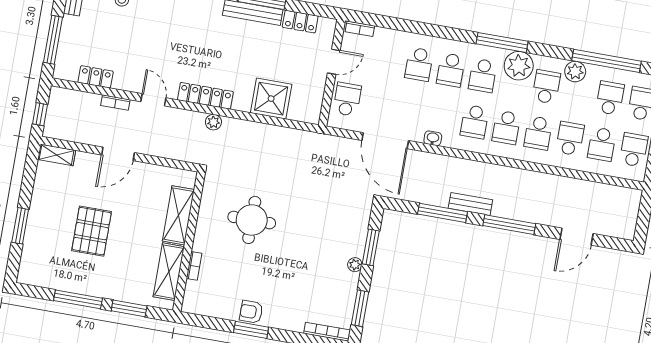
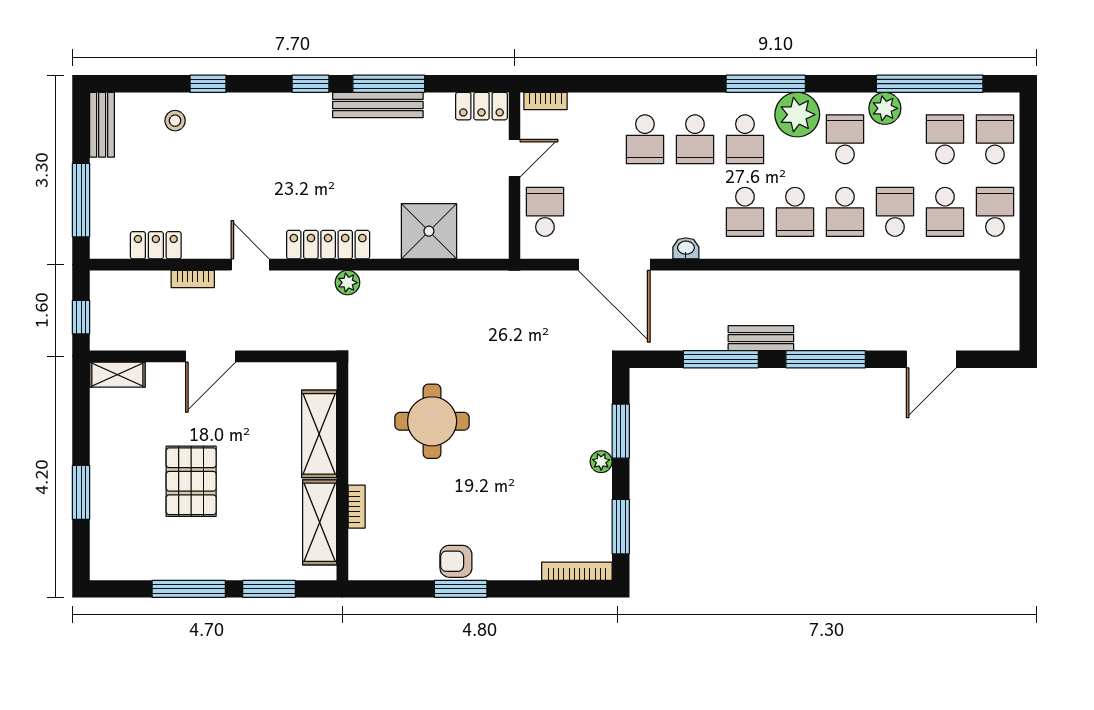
locker: (300, 22) -> (482, 106), moved

